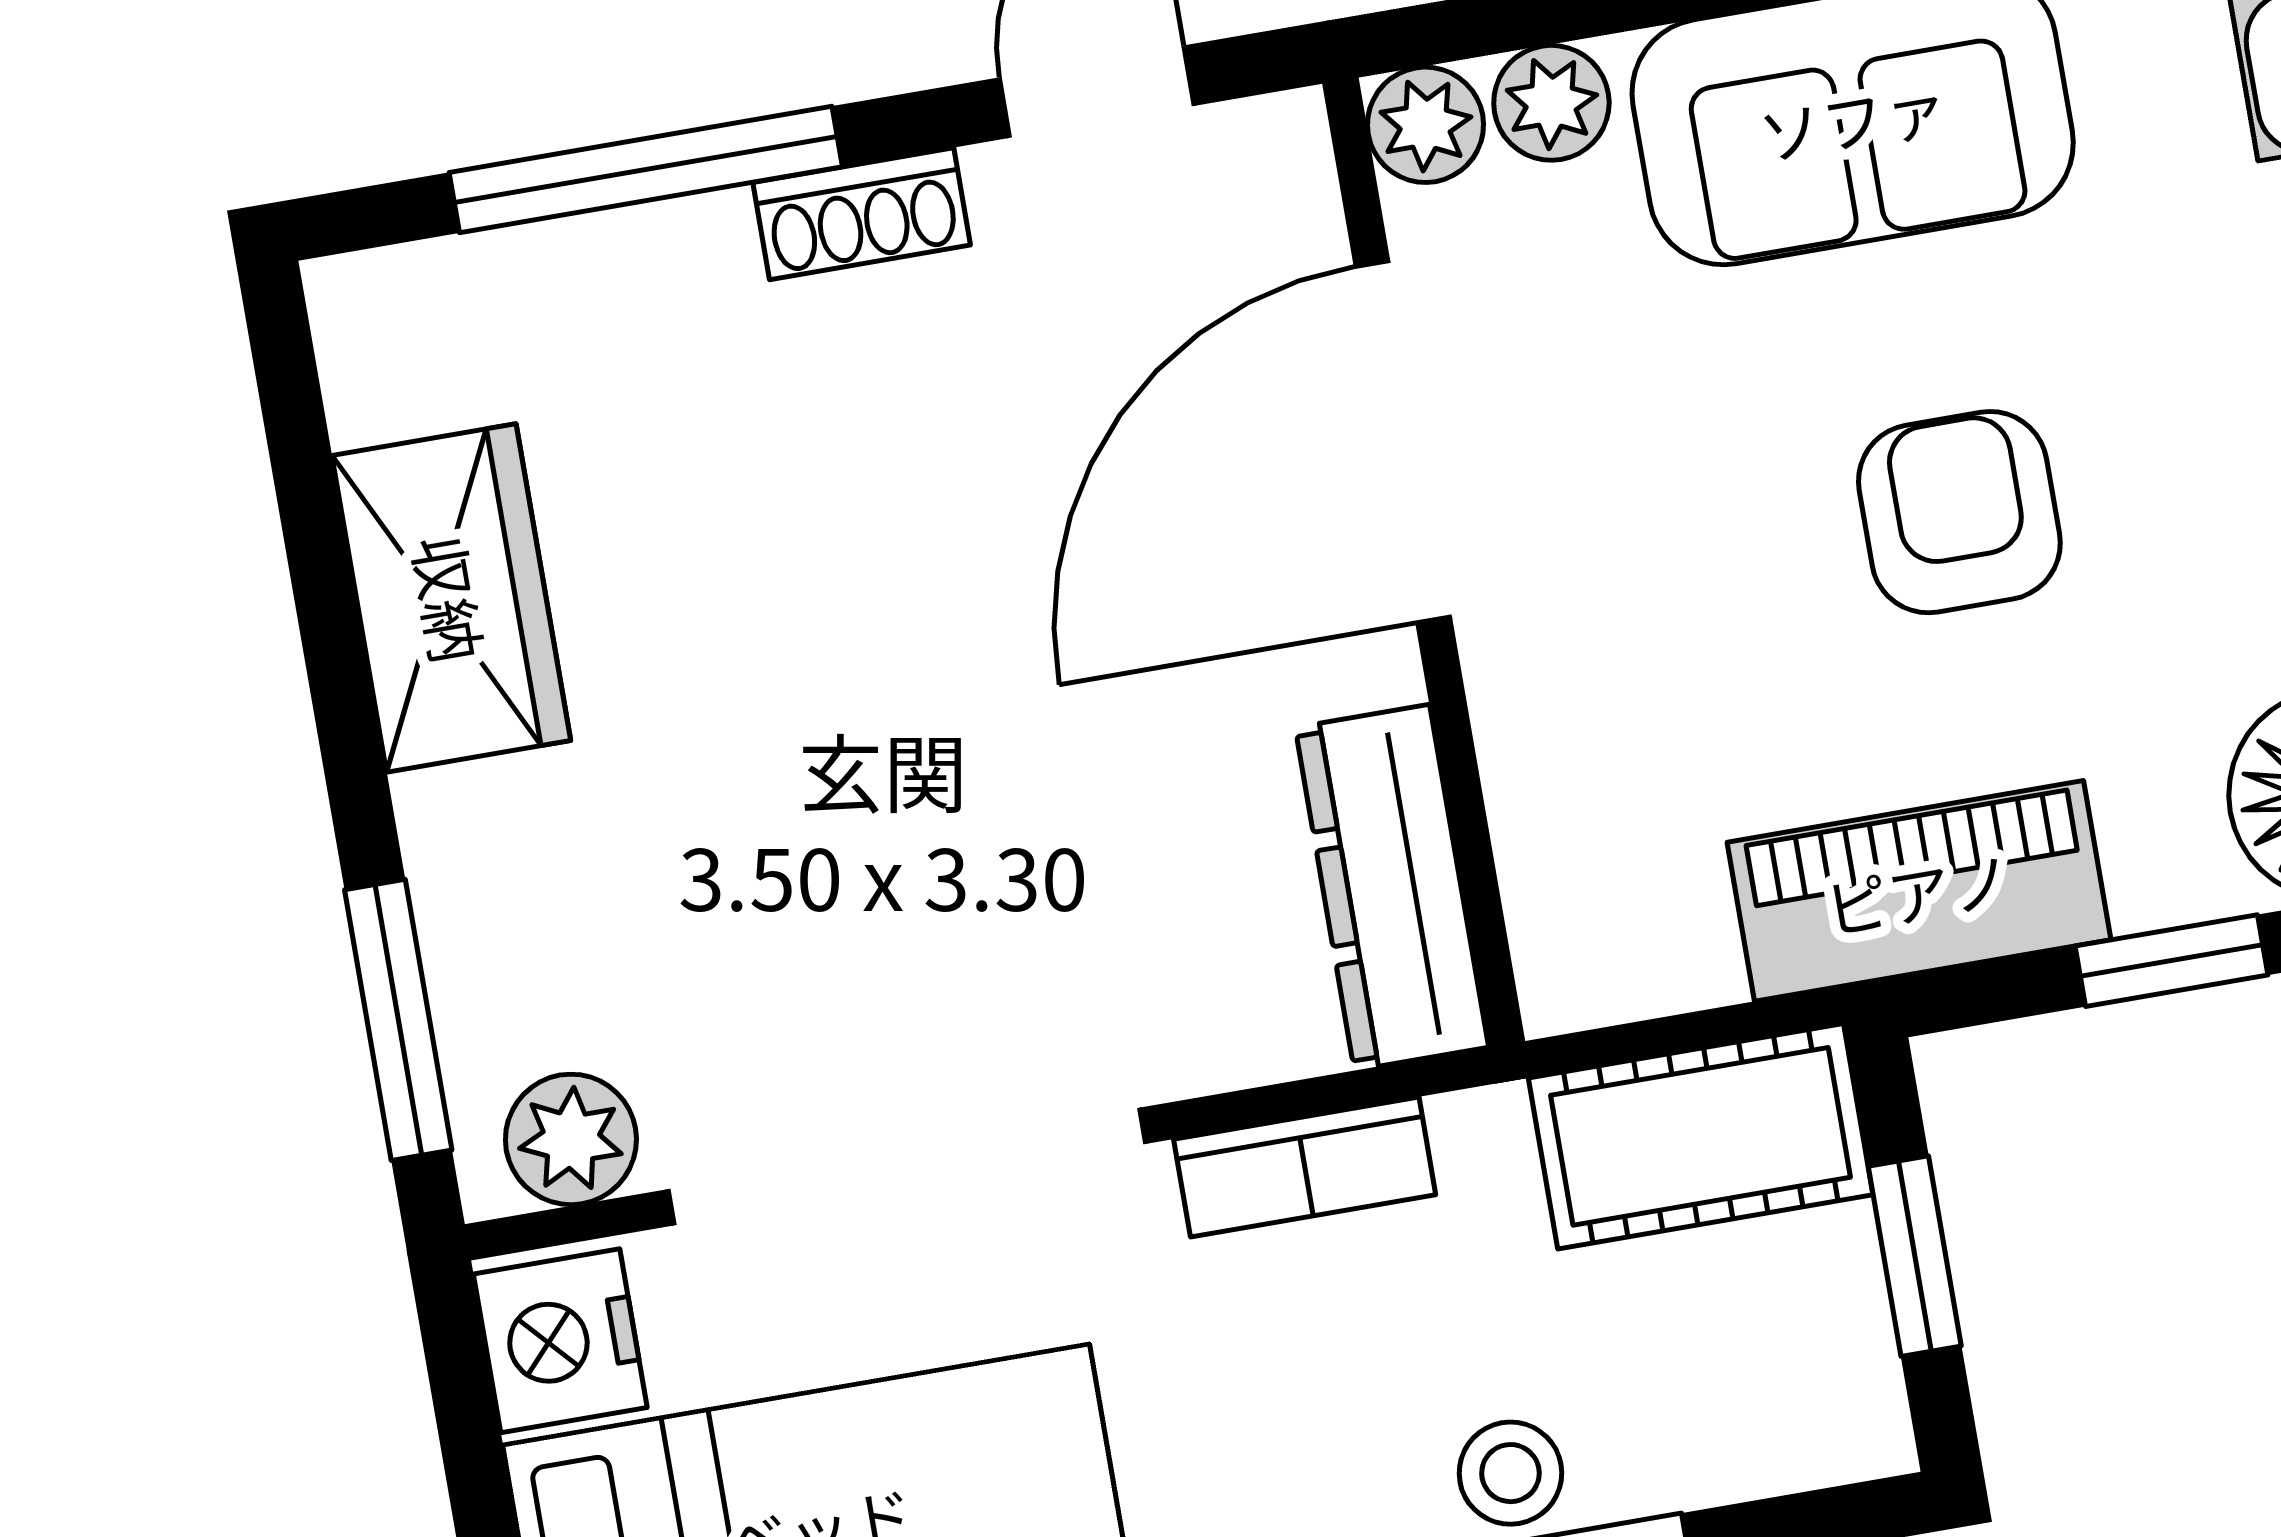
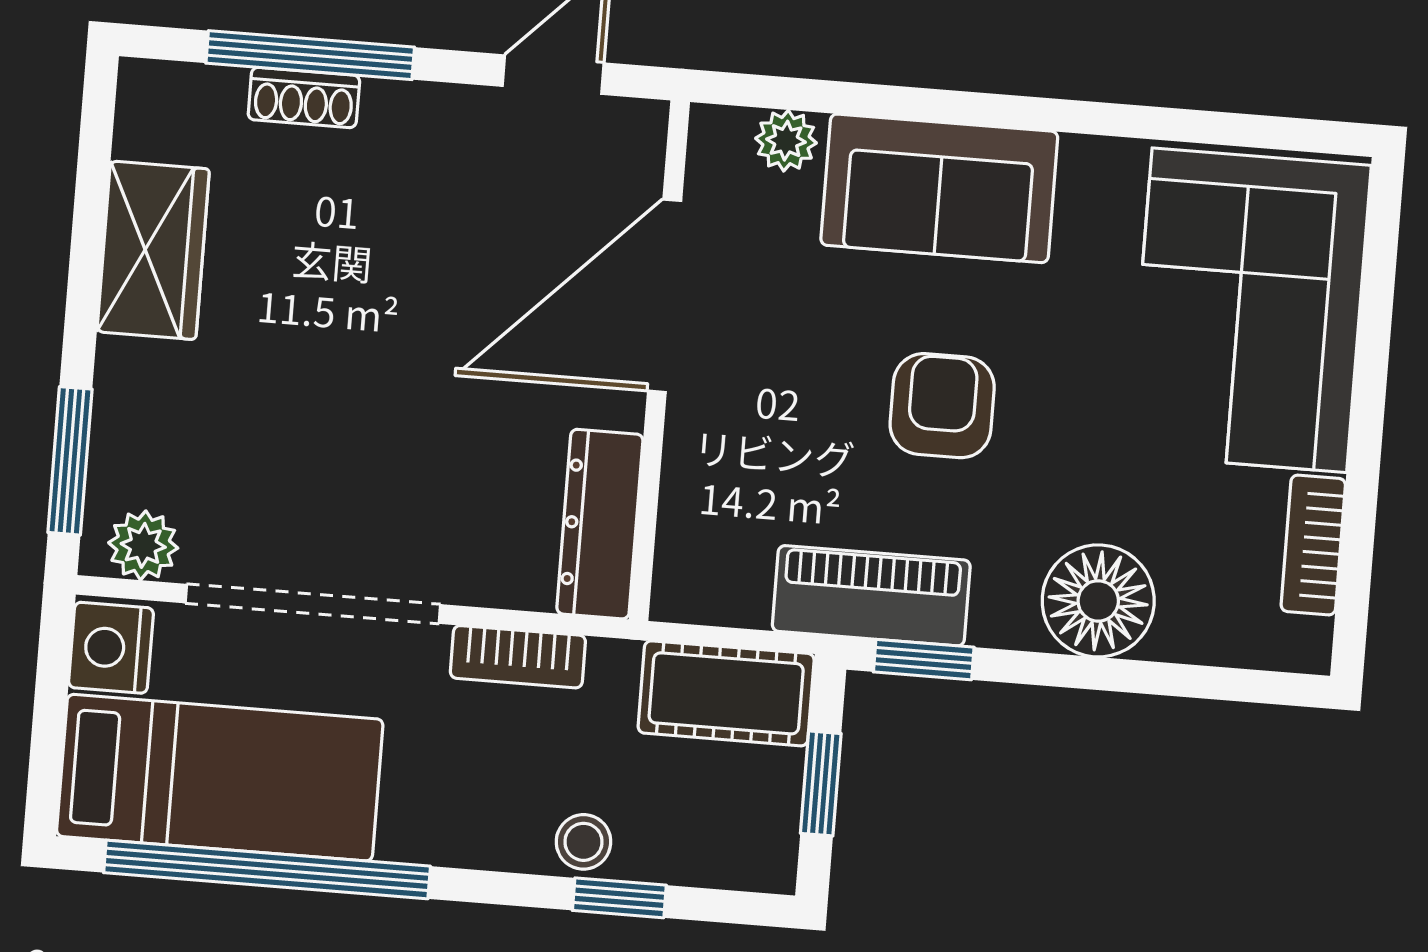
plant: (1426, 125) -> (718, 135), removed
shoe rack: (862, 214) -> (304, 97), moved
window: (2172, 961) -> (924, 660), moved

